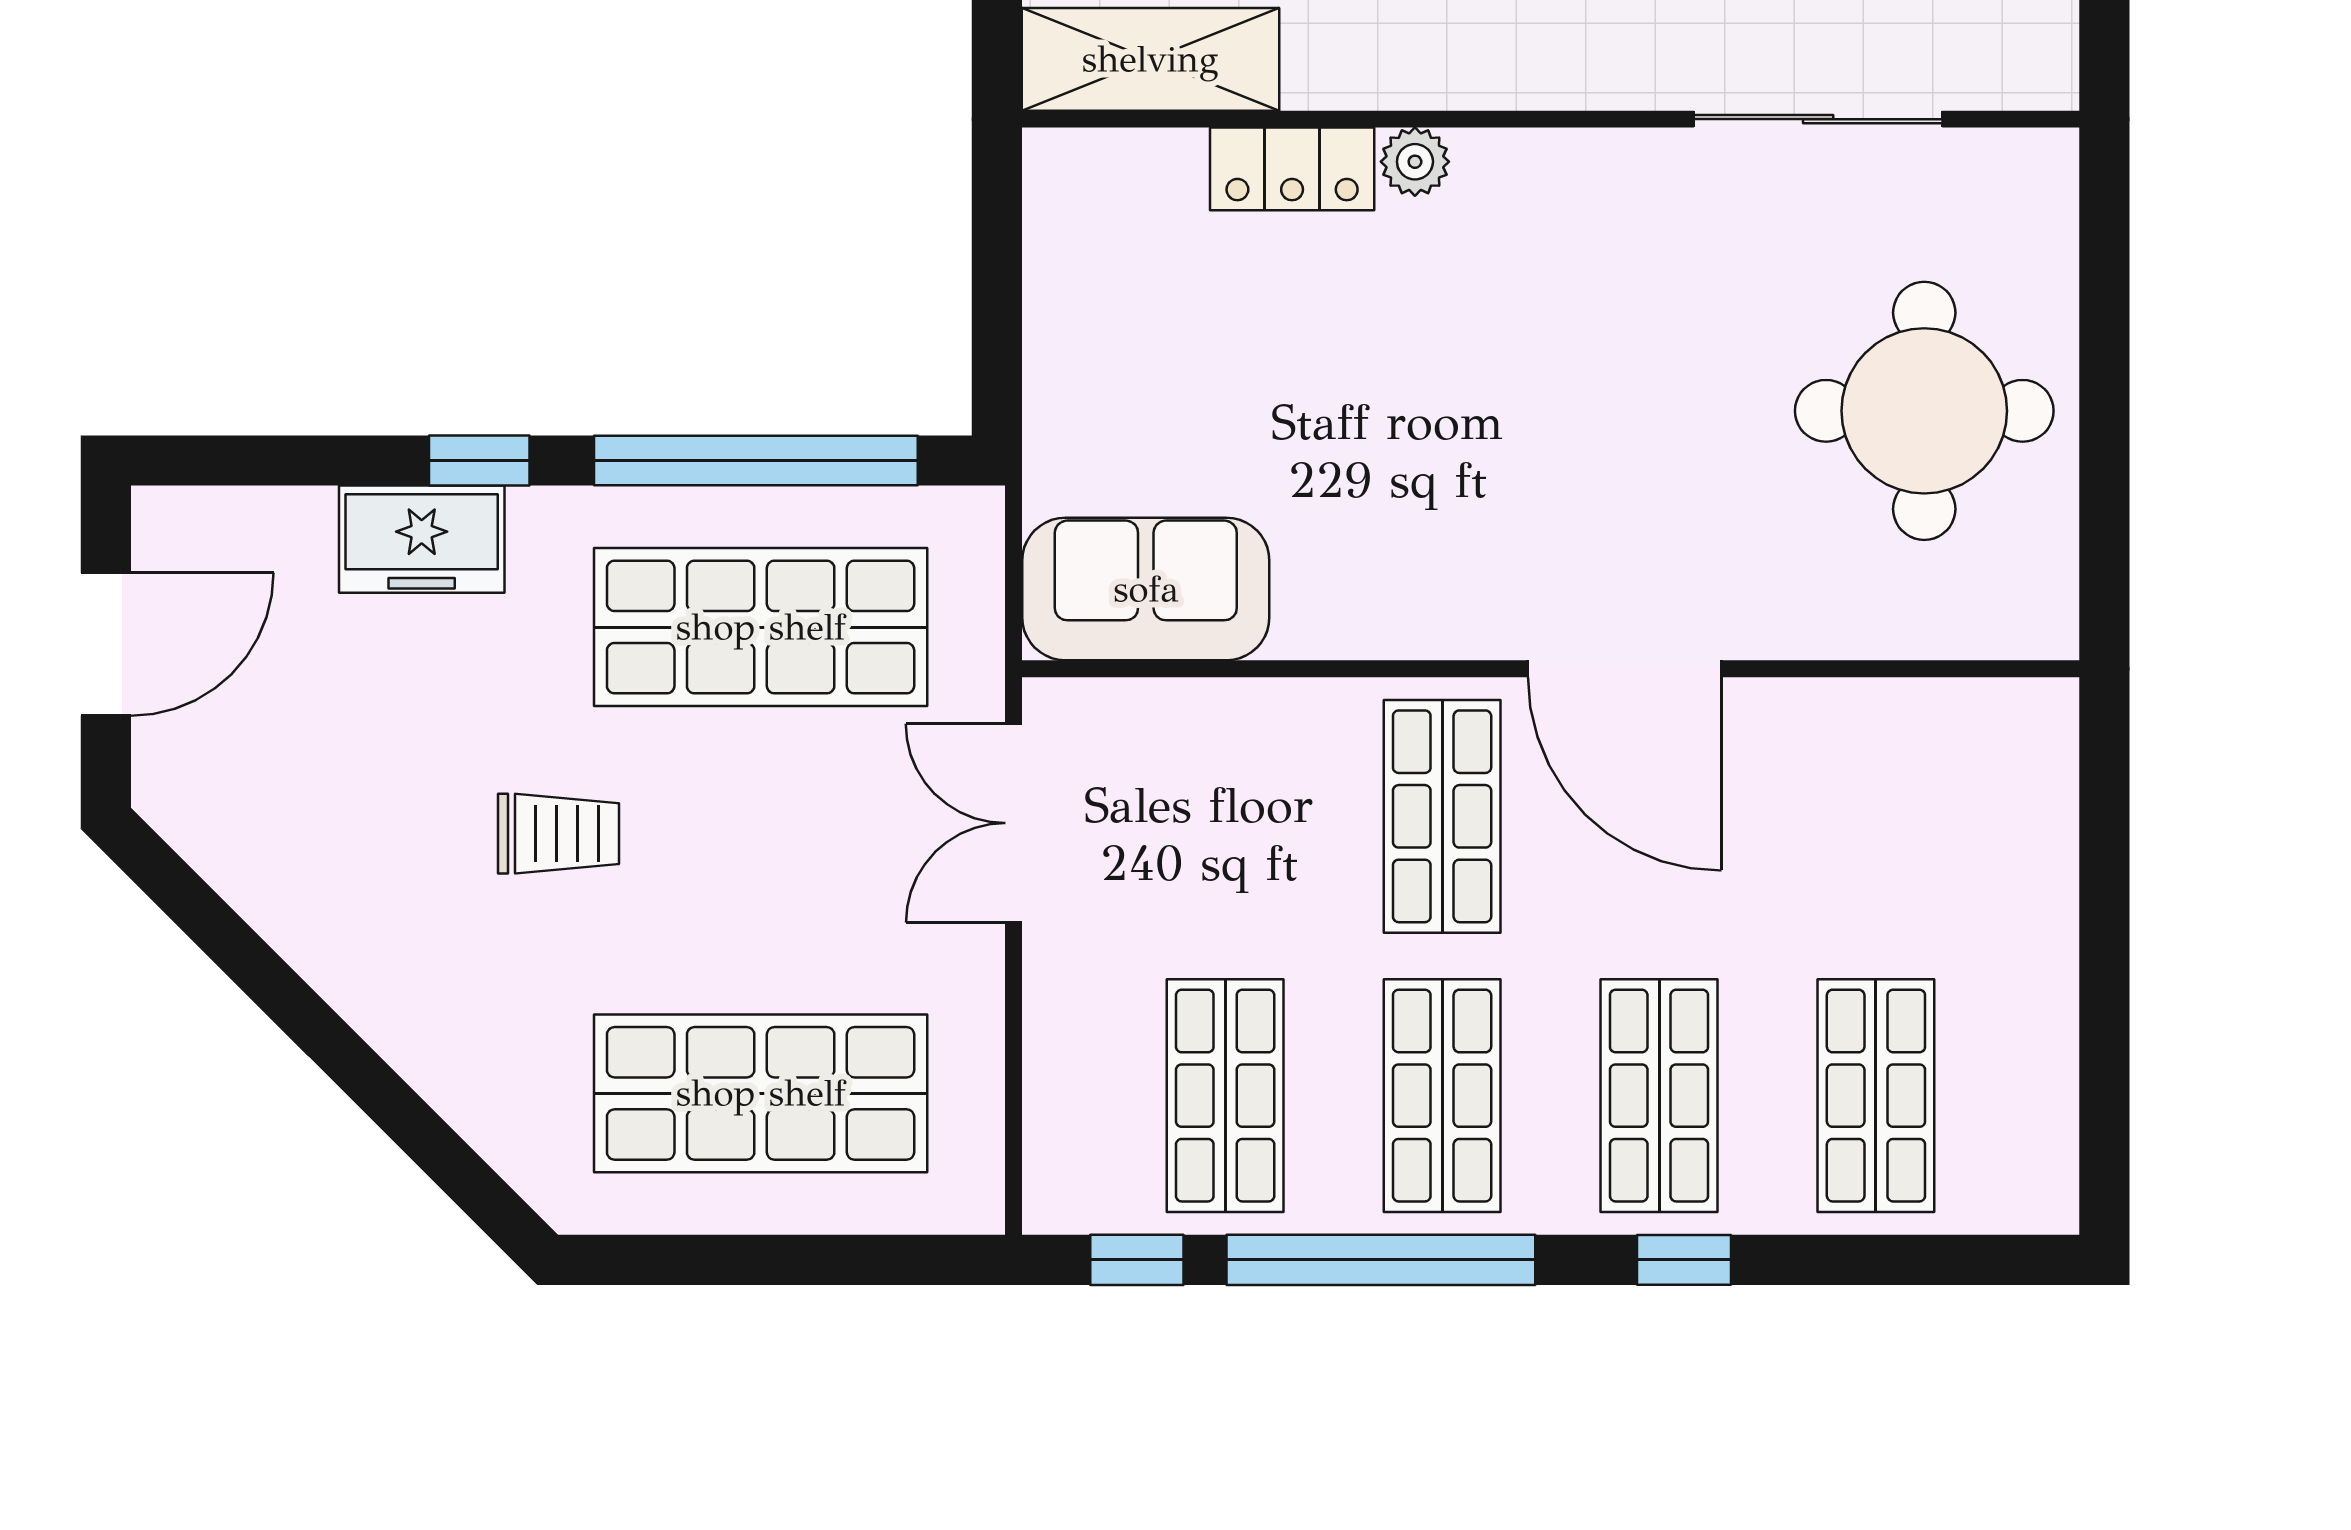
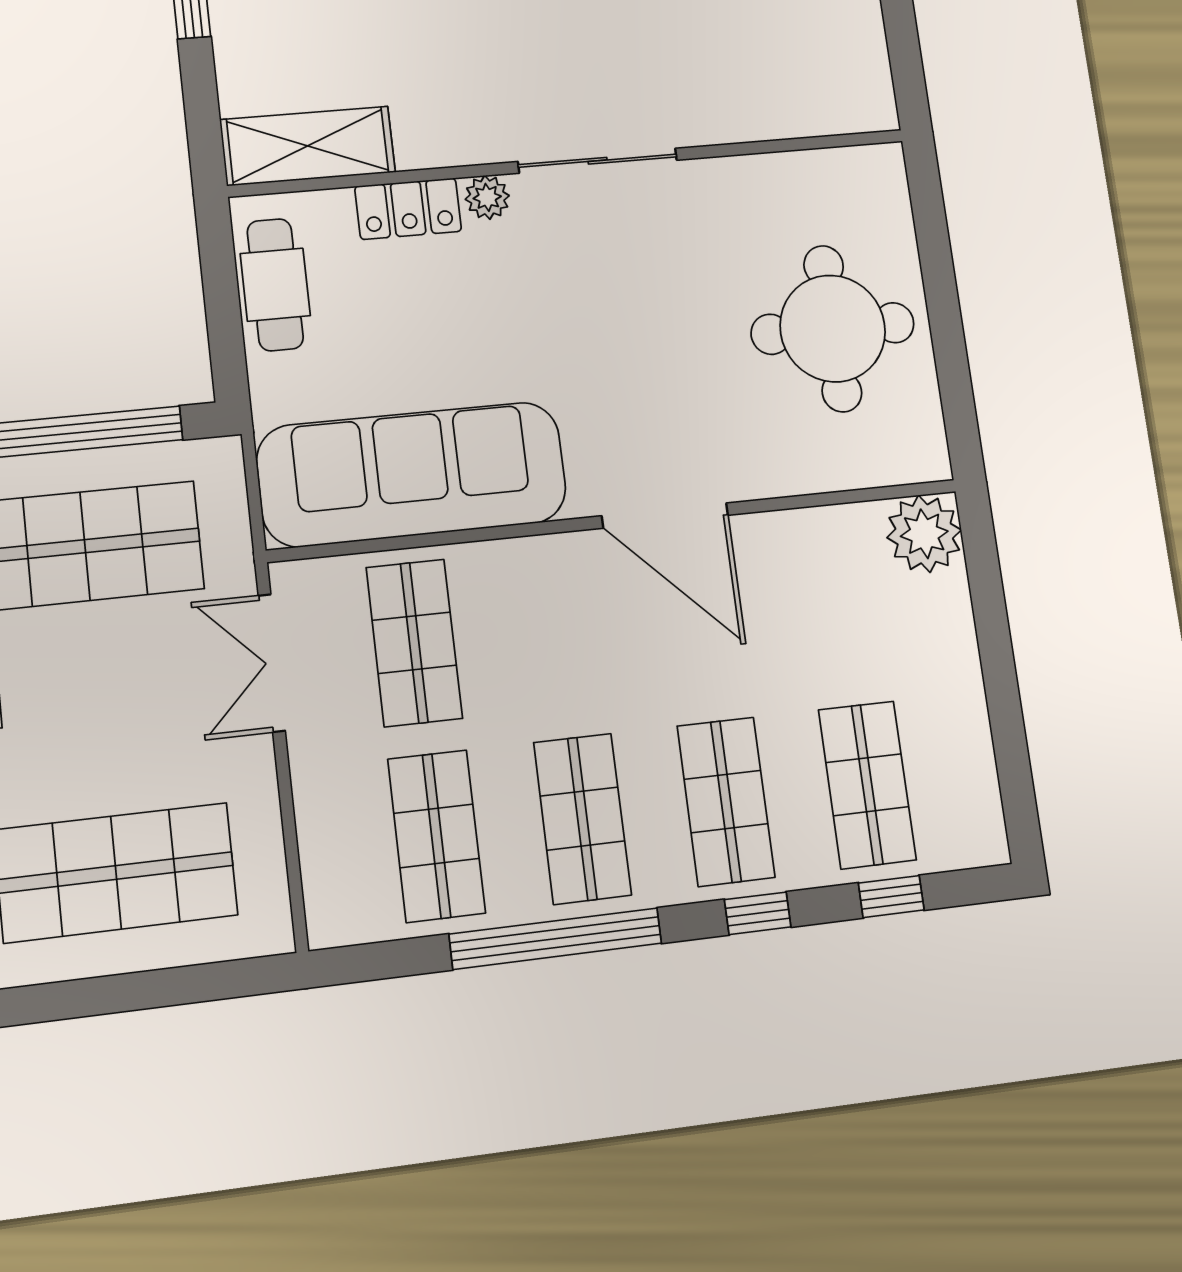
sliding door: (1818, 119) -> (598, 161), moved
cafe table: (1078, 267) -> (275, 285), added
sofa: (1146, 589) -> (412, 474), width x1.85, depth x1.27
plant: (2020, 736) -> (924, 534), added
shop shelf: (1442, 816) -> (414, 643), moved
window: (1137, 1260) -> (891, 897), moved

